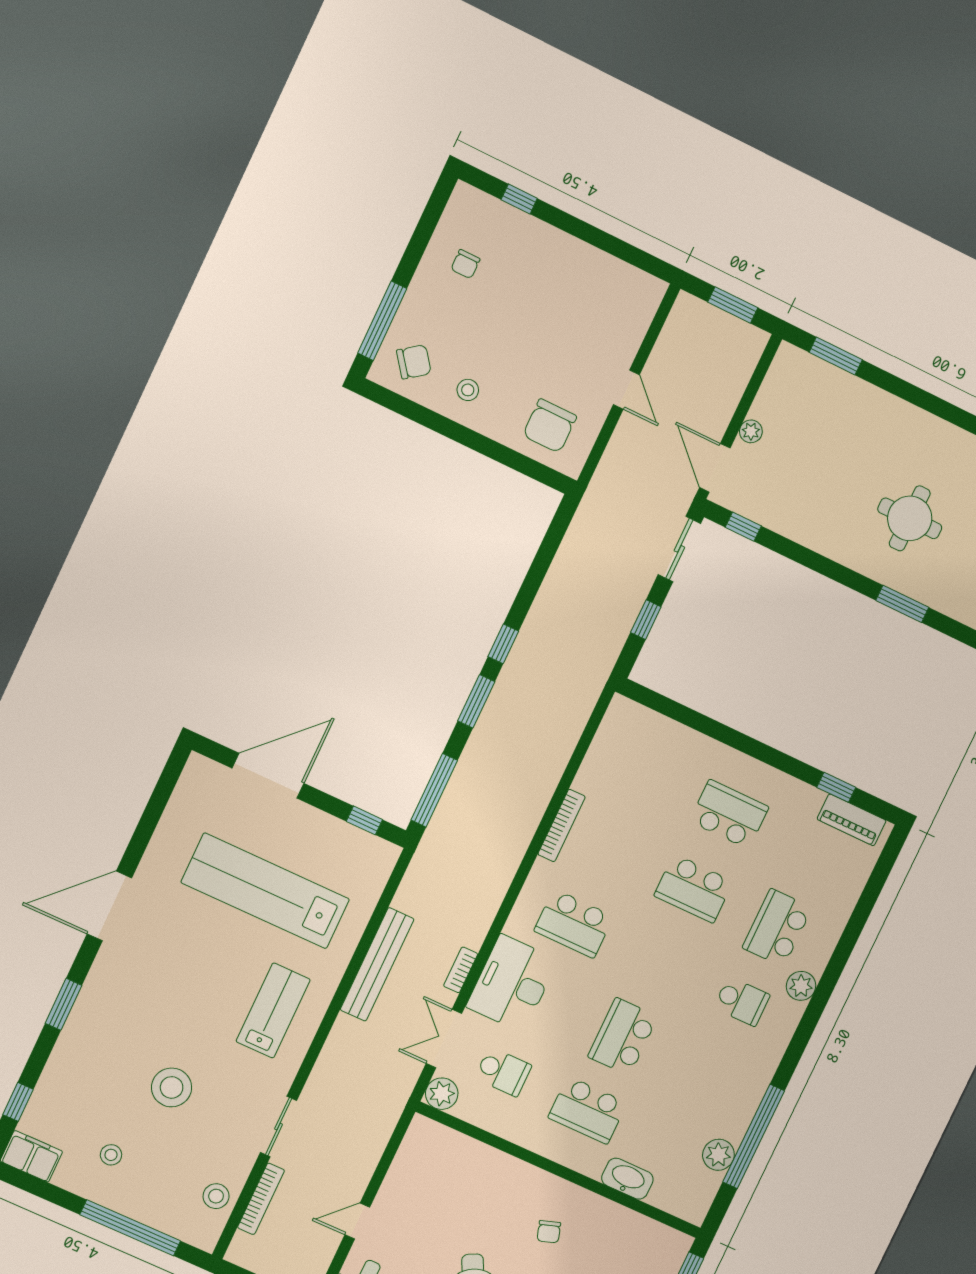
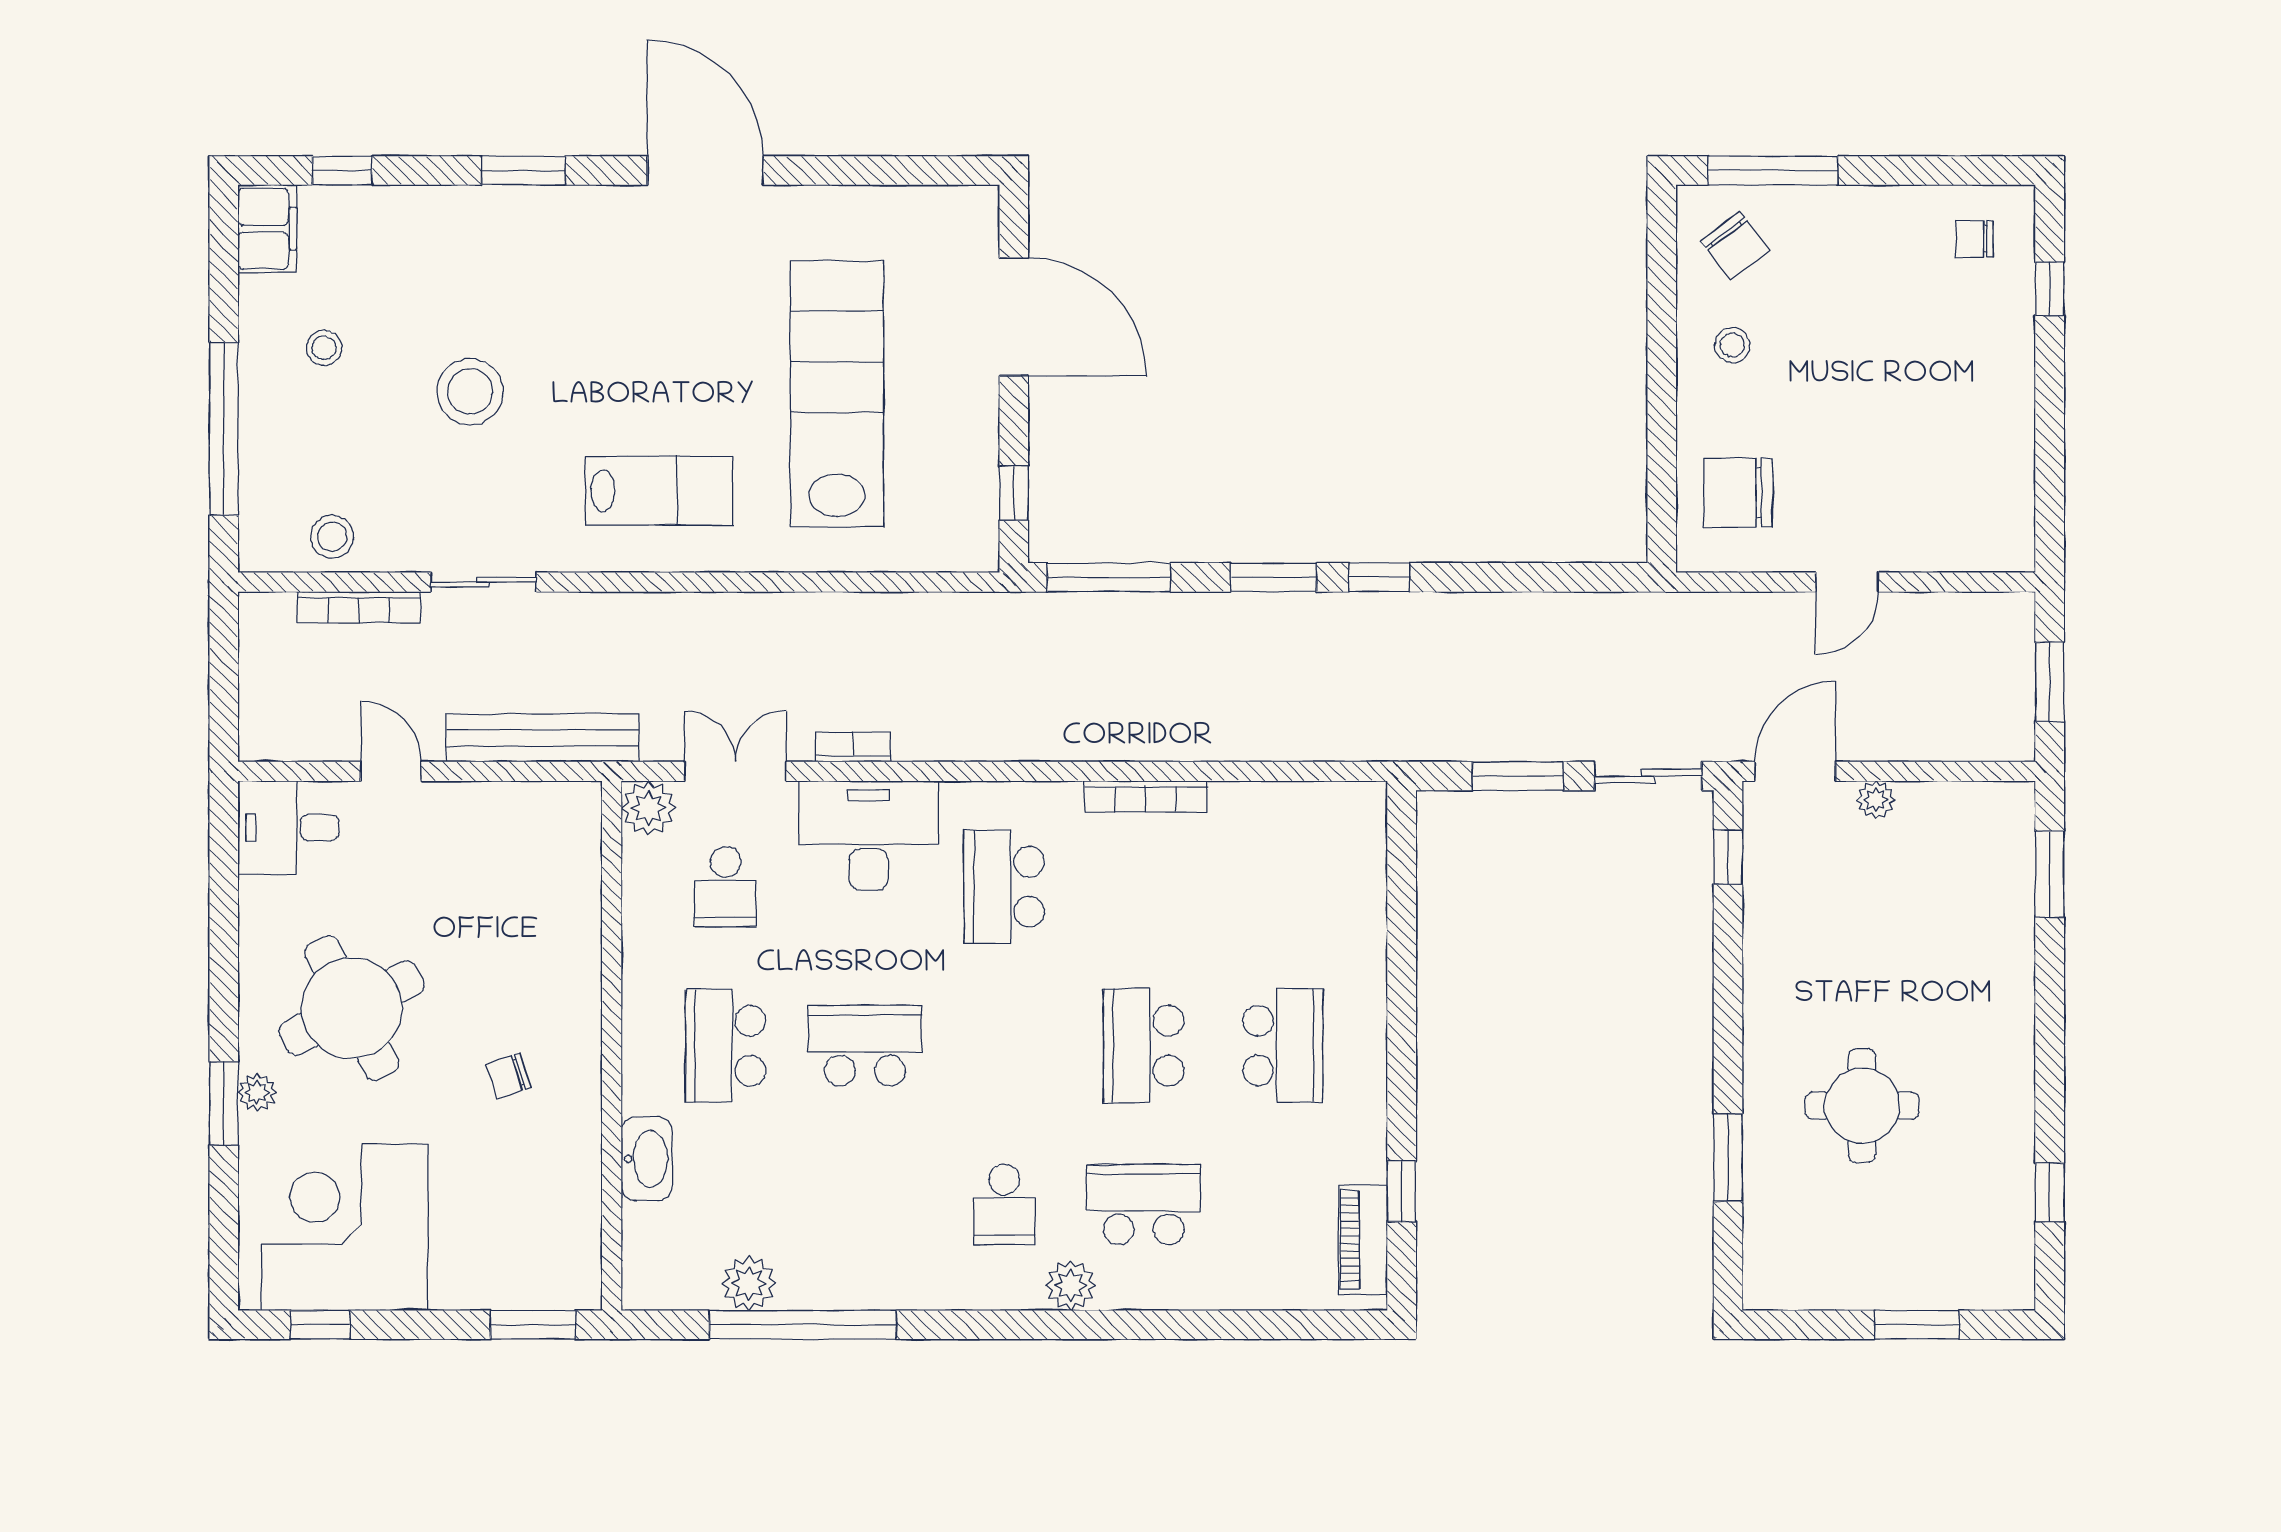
chair: (465, 264) -> (1974, 239), moved
window: (646, 620) -> (1518, 776), width x1.50
bench: (377, 964) -> (542, 738), moved

